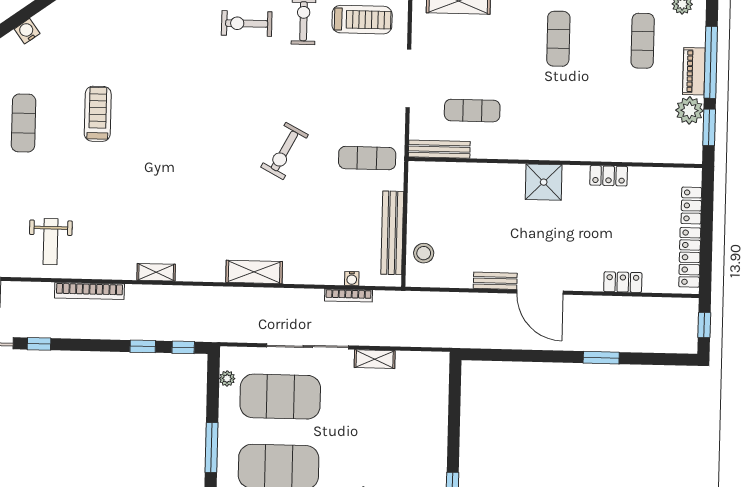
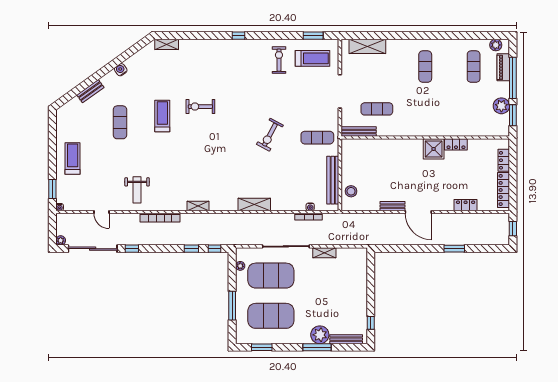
exercise bike: (247, 23) -> (200, 107), moved
piano: (694, 71) -> (503, 67), moved
shower: (544, 182) -> (434, 149), moved

